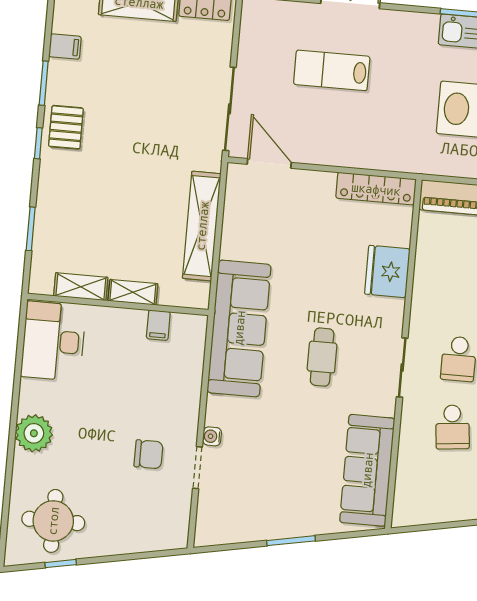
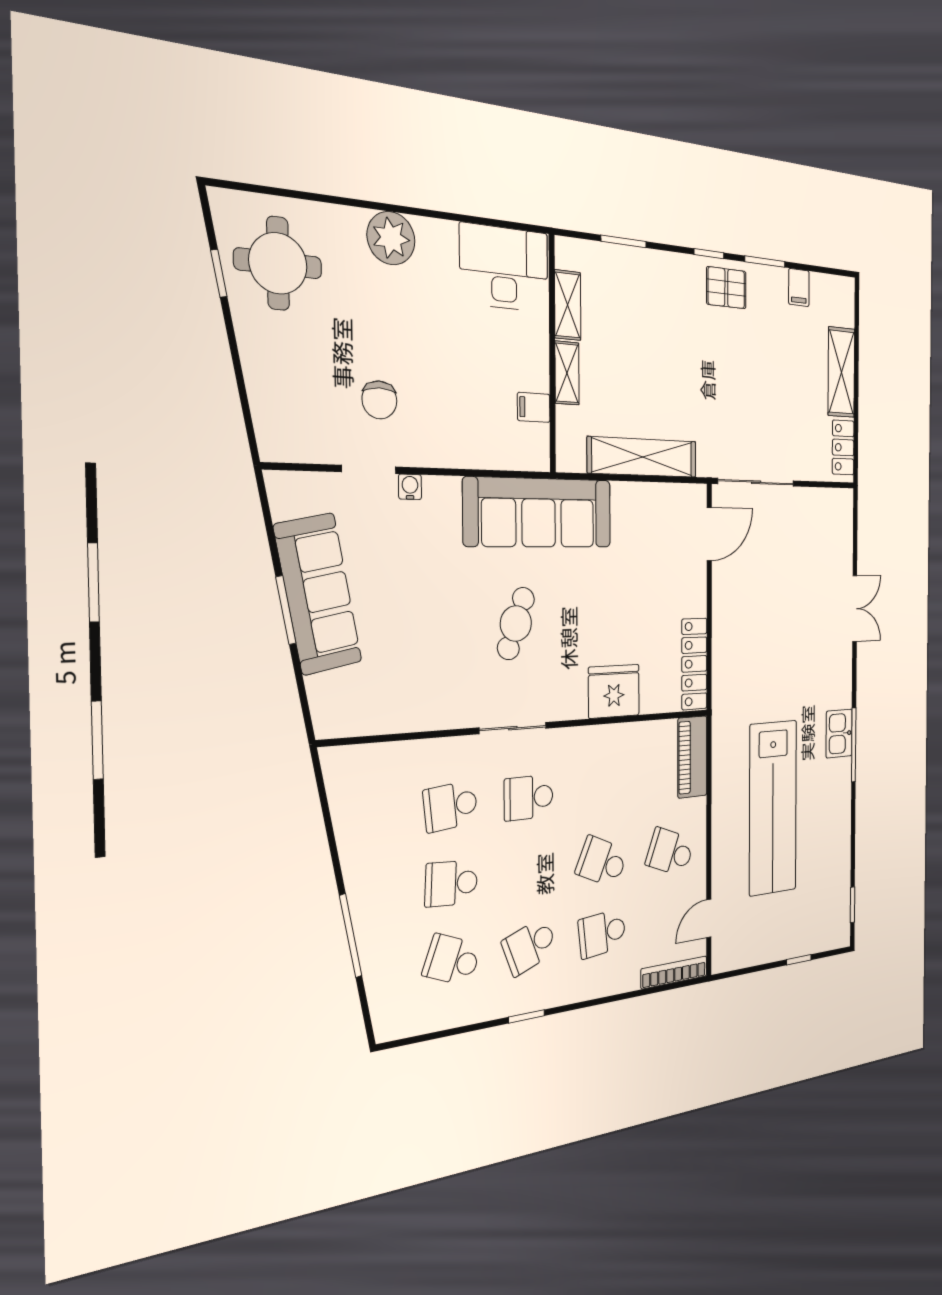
lab bench: (332, 70) -> (797, 596), removed
cafe table: (322, 357) -> (516, 624), turned -70
sofa: (367, 470) -> (318, 594), moved, turned 79

